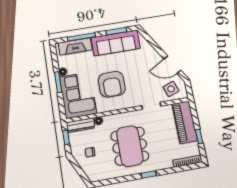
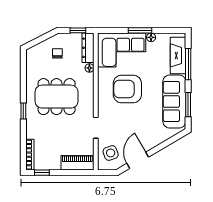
piano: (185, 122) -> (77, 163), width x0.73, depth x0.75
window: (199, 136) -> (42, 173), moved

